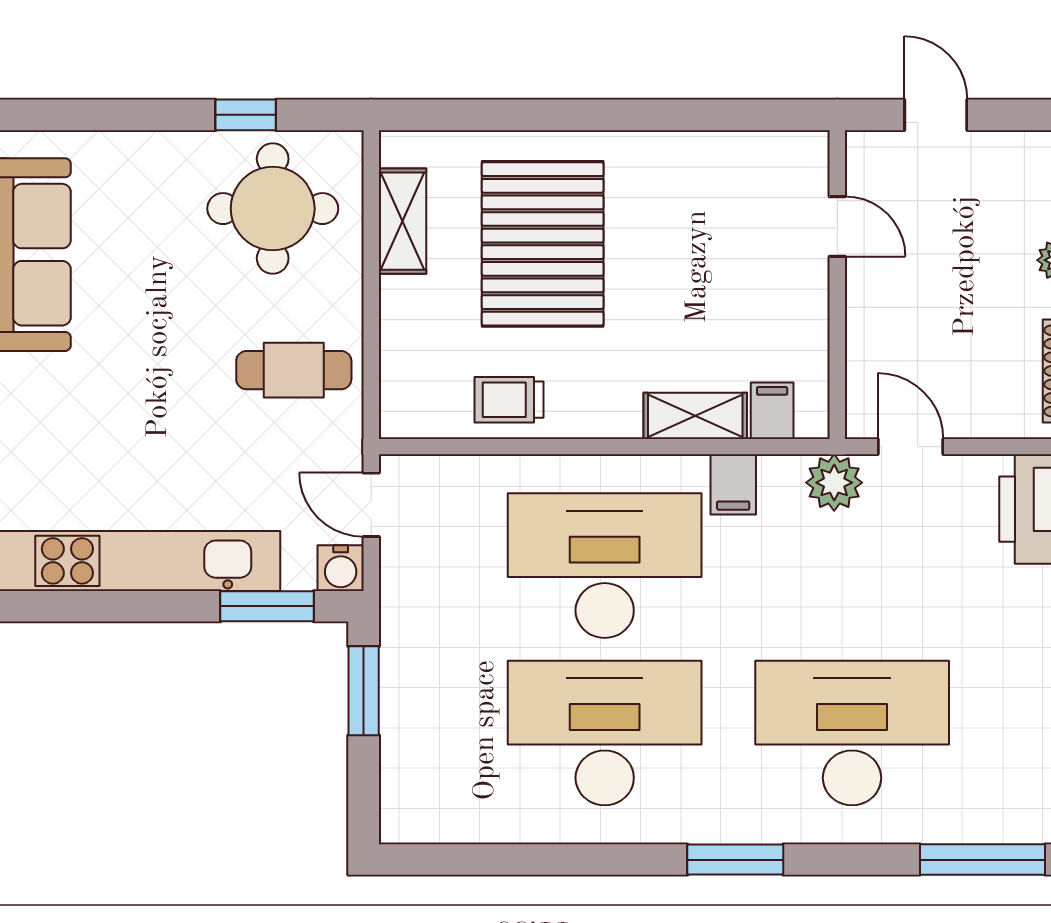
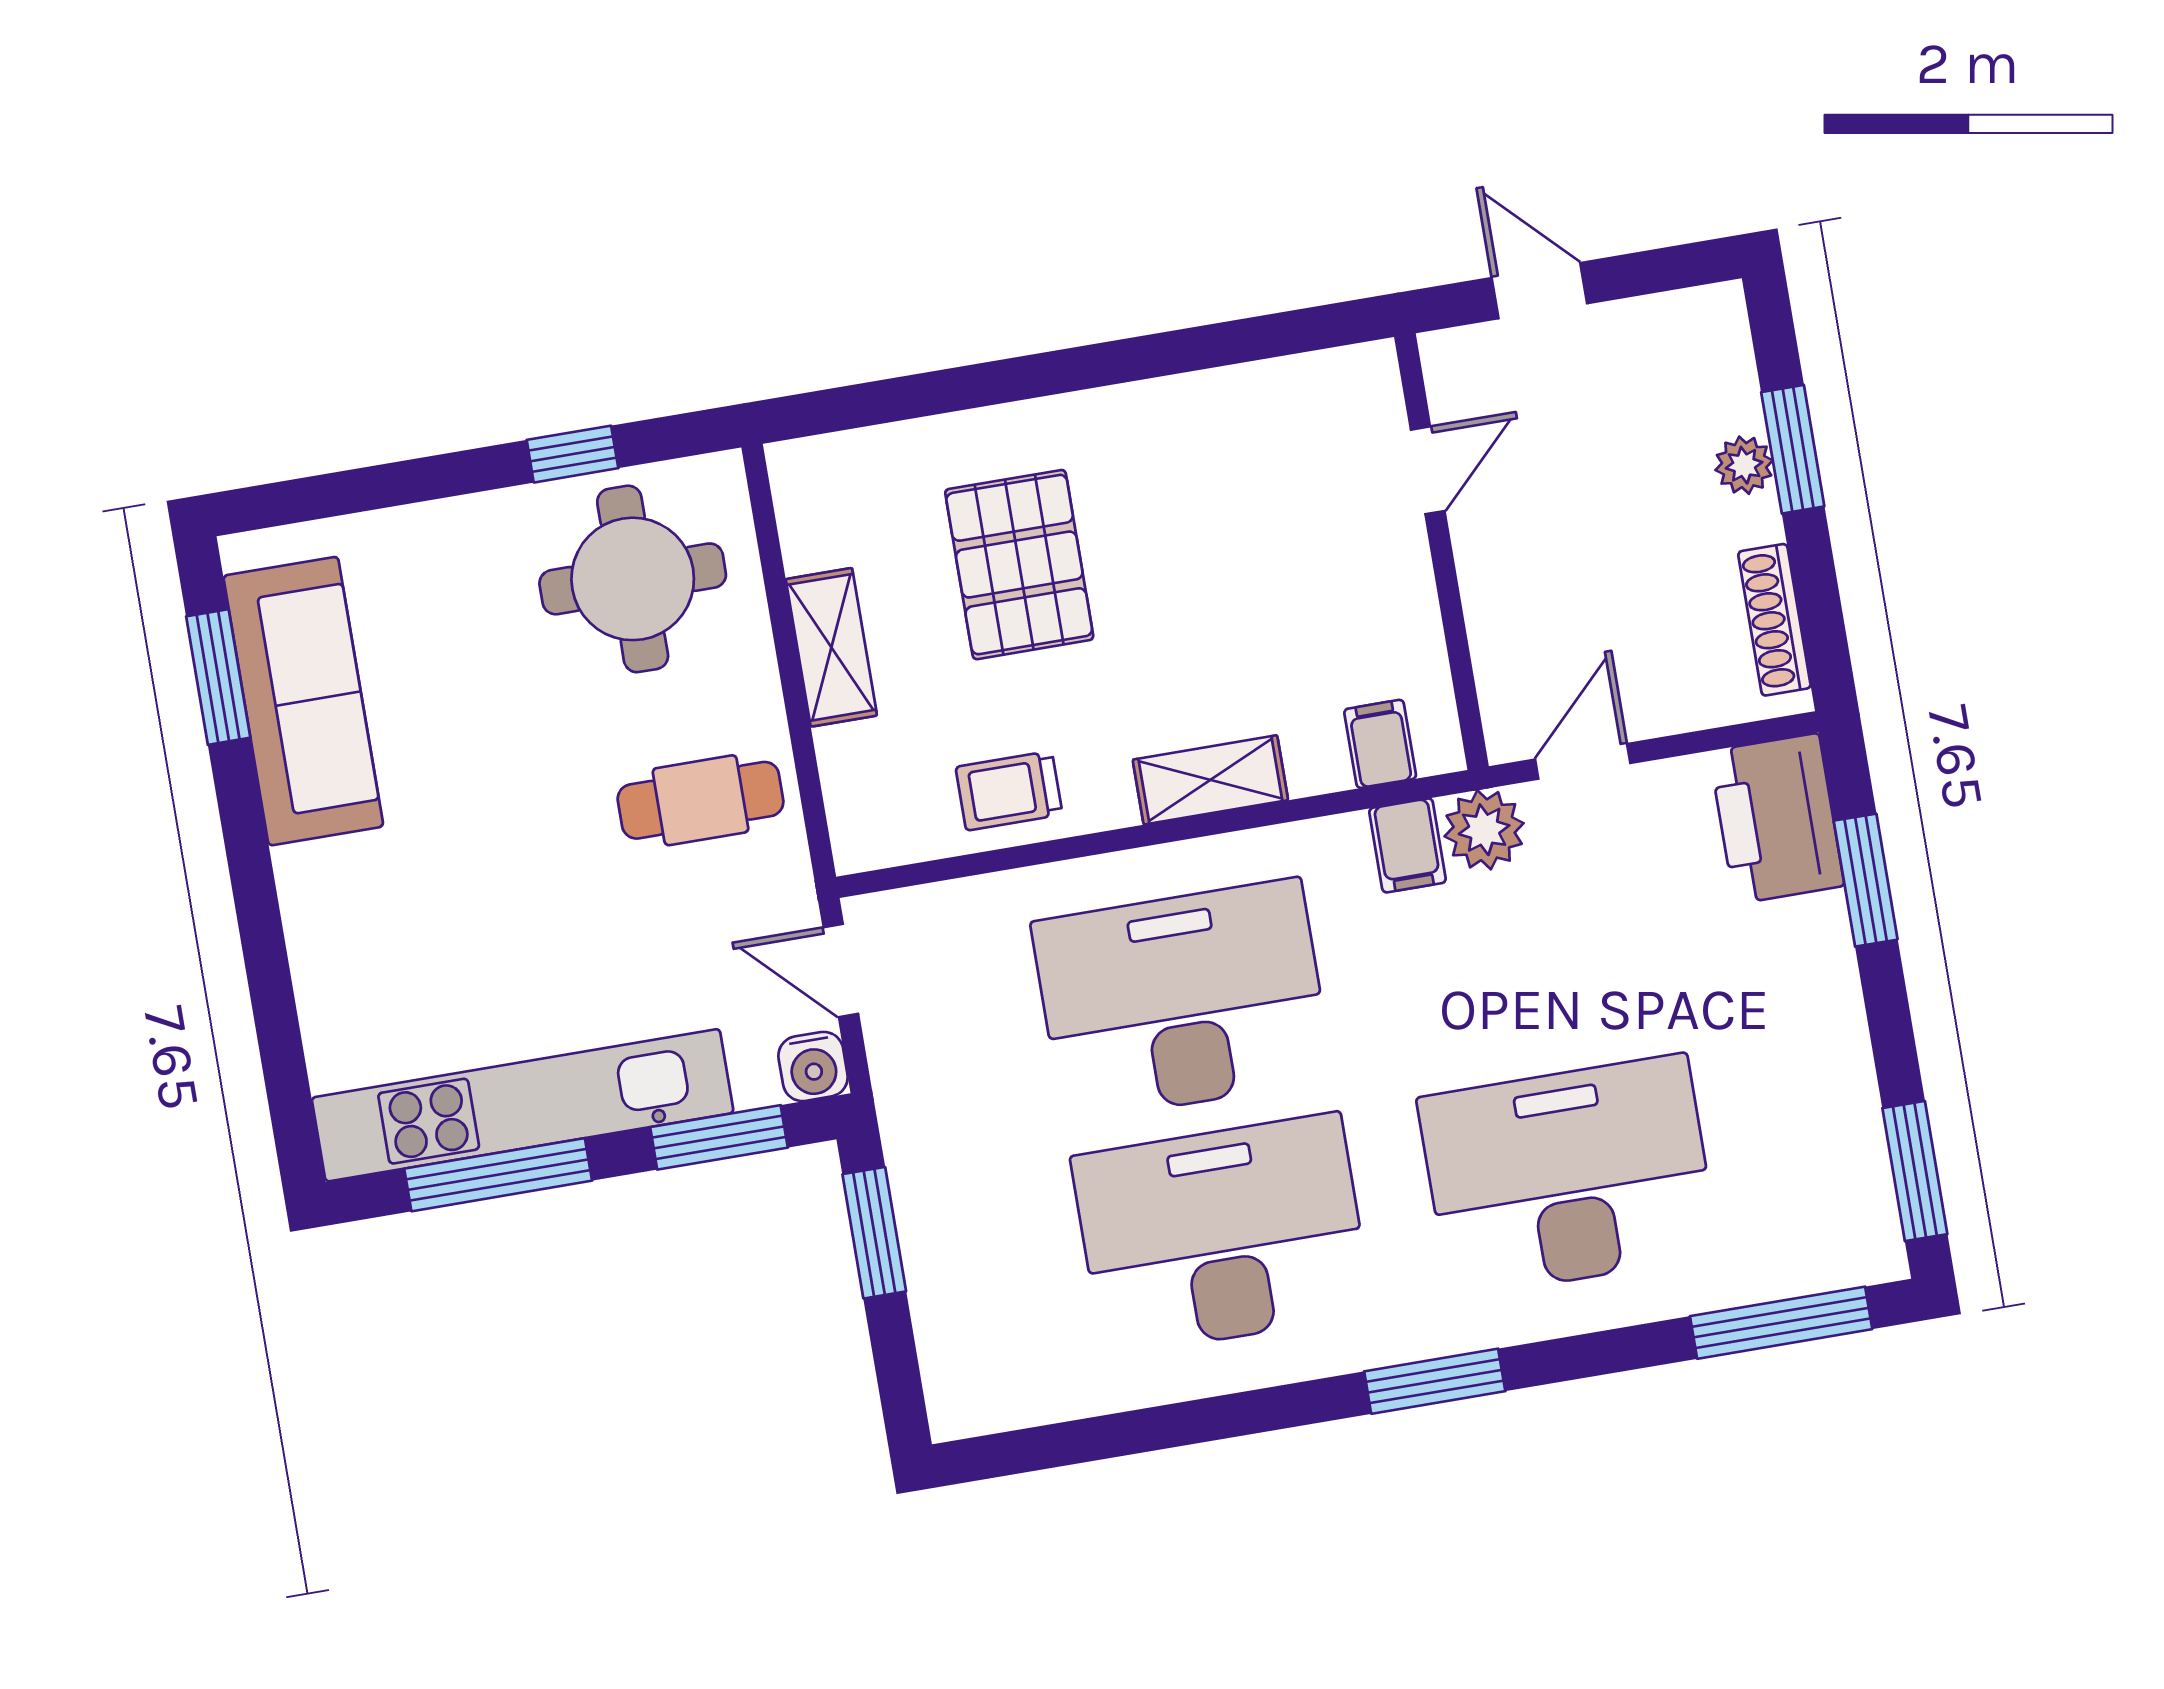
shelving: (403, 221) -> (831, 647), moved
door: (837, 226) -> (1428, 470), hinge flipped
pallet: (543, 244) -> (1019, 565), width x0.73, depth x0.71
shelving: (695, 416) -> (1210, 780), moved
door: (911, 447) -> (1583, 761), hinge flipped
filing cabinet: (733, 484) -> (1407, 845), moved
window: (109, 606) -> (498, 1175), added

